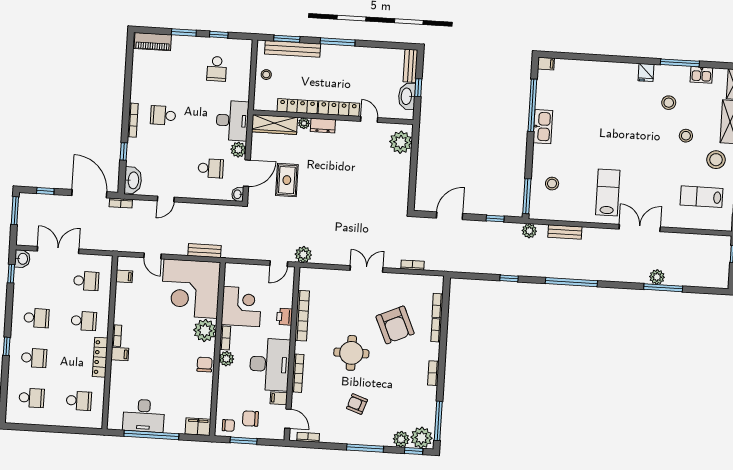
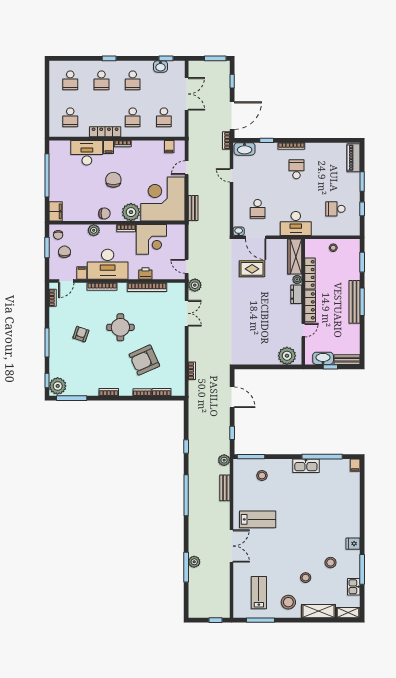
bench: (293, 49) -> (355, 302), moved
plant: (238, 150) -> (273, 230), removed
washbasin: (22, 259) -> (161, 66), moved
double door: (367, 269) -> (187, 313), moved
chair: (162, 350) -> (113, 180), added
plant: (226, 359) -> (94, 230), moved
desk: (144, 416) -> (87, 153), moved, turned 90
plant: (401, 439) -> (56, 370), removed

